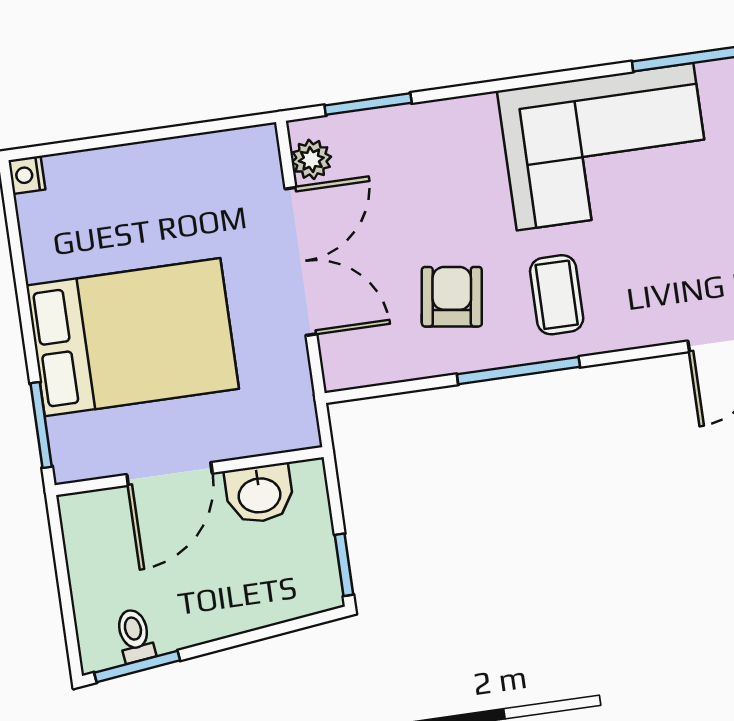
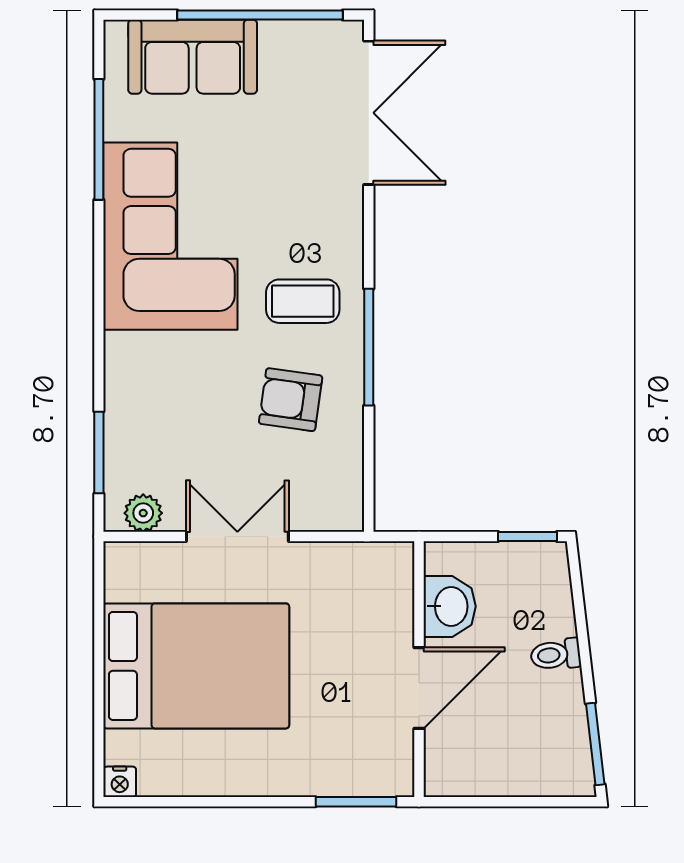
double door: (301, 261) -> (237, 536), width x0.73
bed: (132, 337) -> (196, 666), moved, turned 90
door: (169, 474) -> (419, 688), hinge flipped
toilet: (135, 636) -> (556, 655), moved

